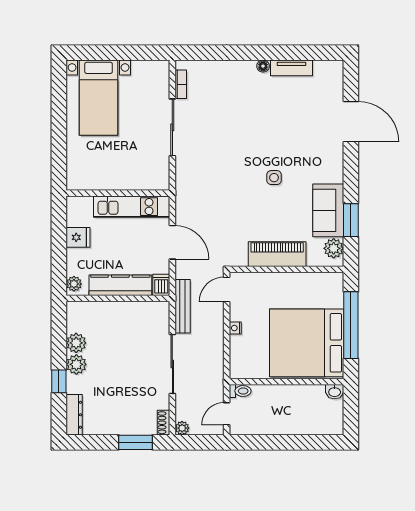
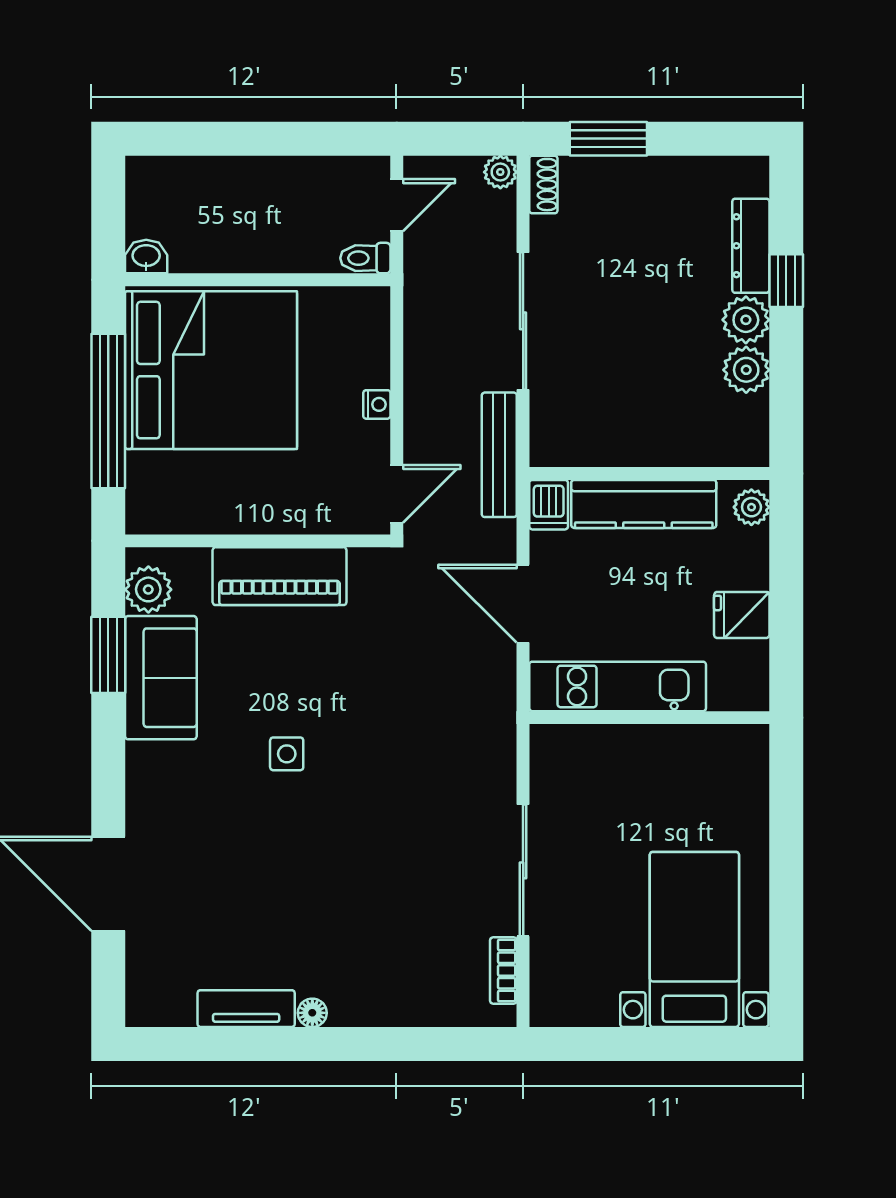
dresser: (74, 415) -> (751, 246), moved

